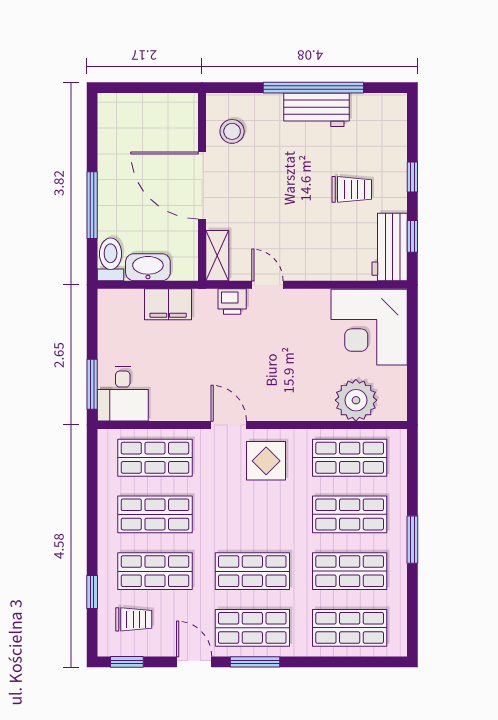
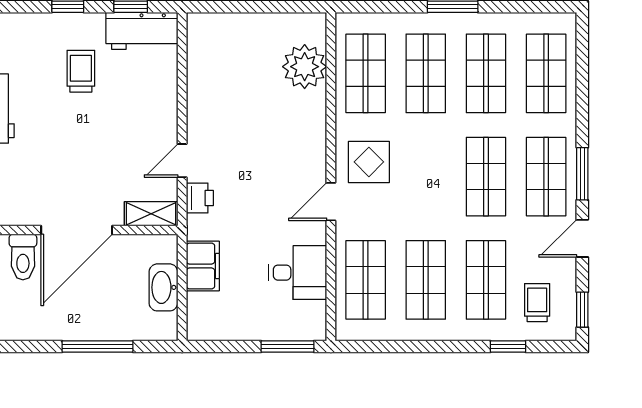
stool: (232, 131) -> (19, 198), removed
toilet: (111, 259) -> (23, 257), moved, turned -90
corner desk: (369, 327) -> (227, 53), removed
desk: (123, 394) -> (298, 273), moved

